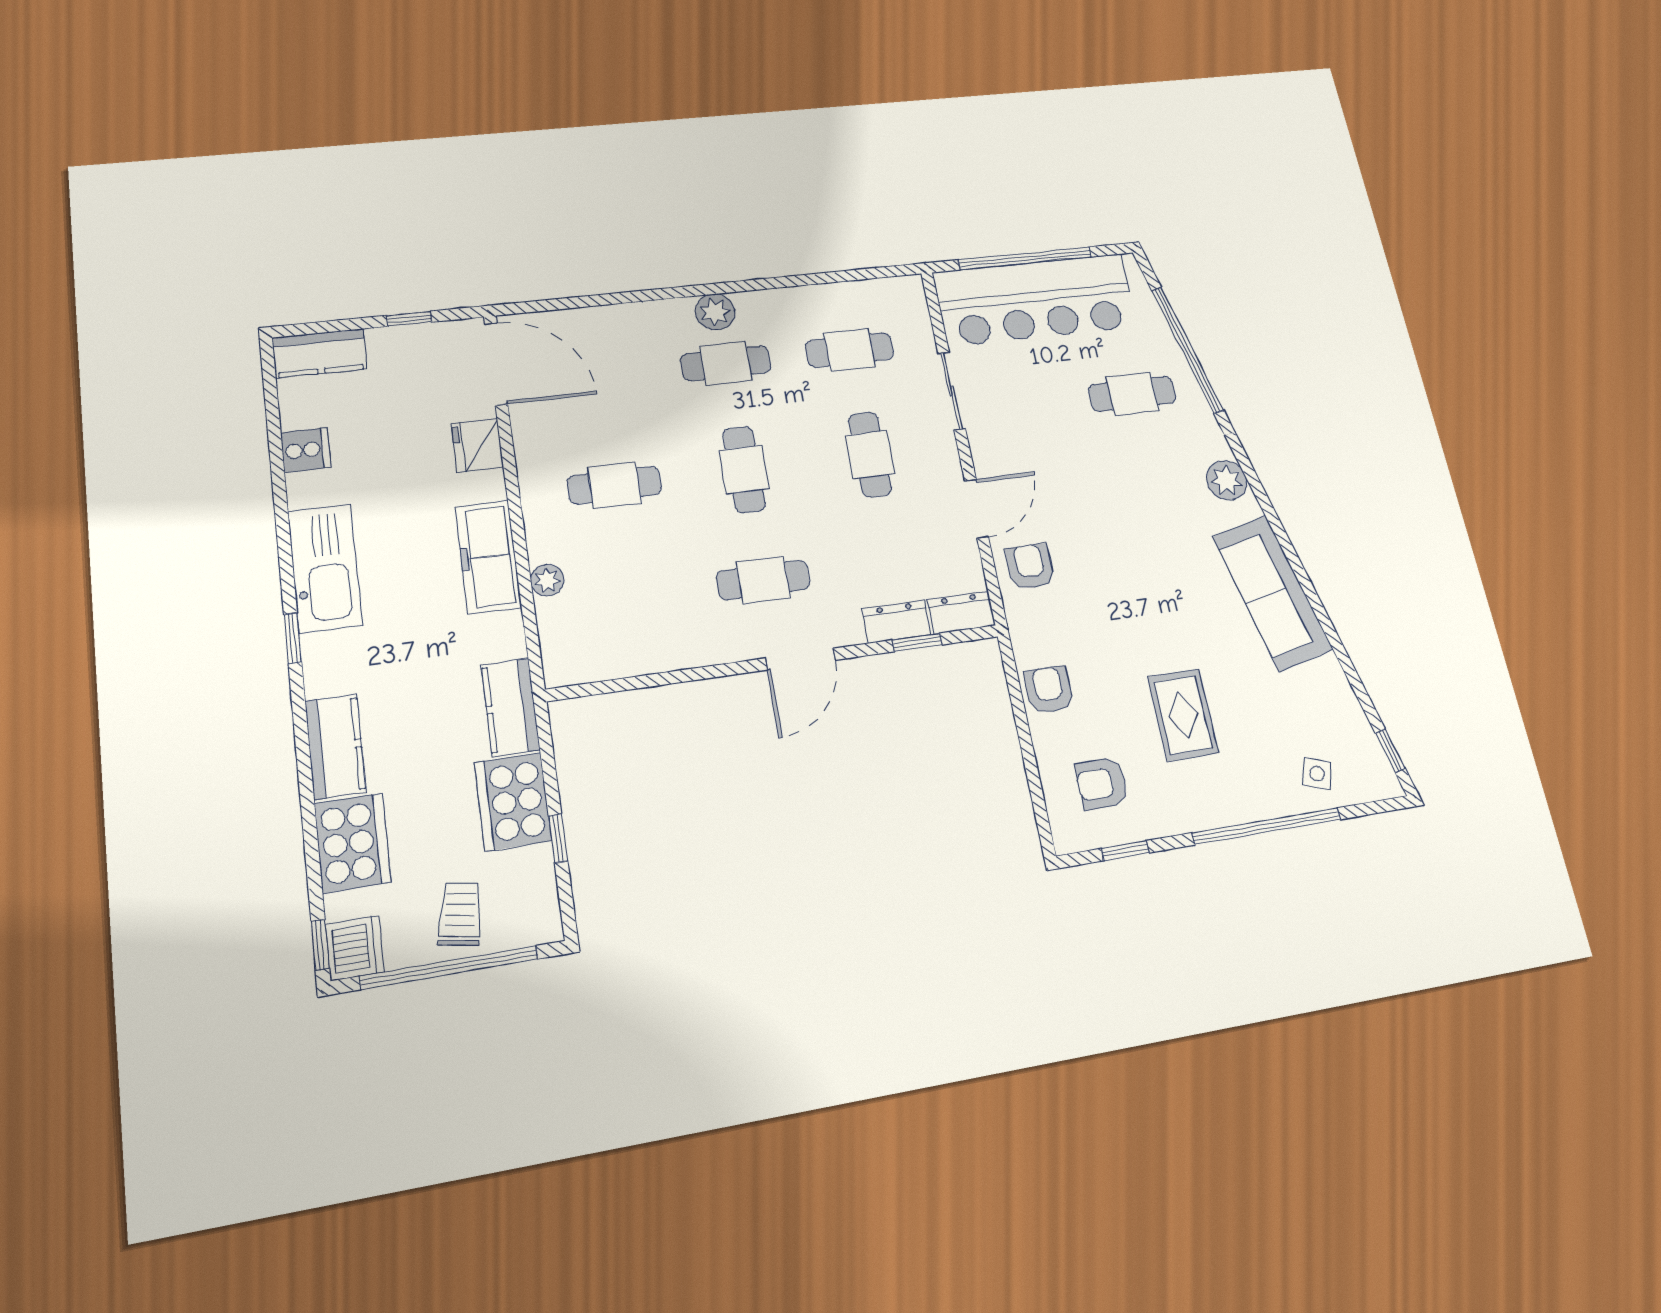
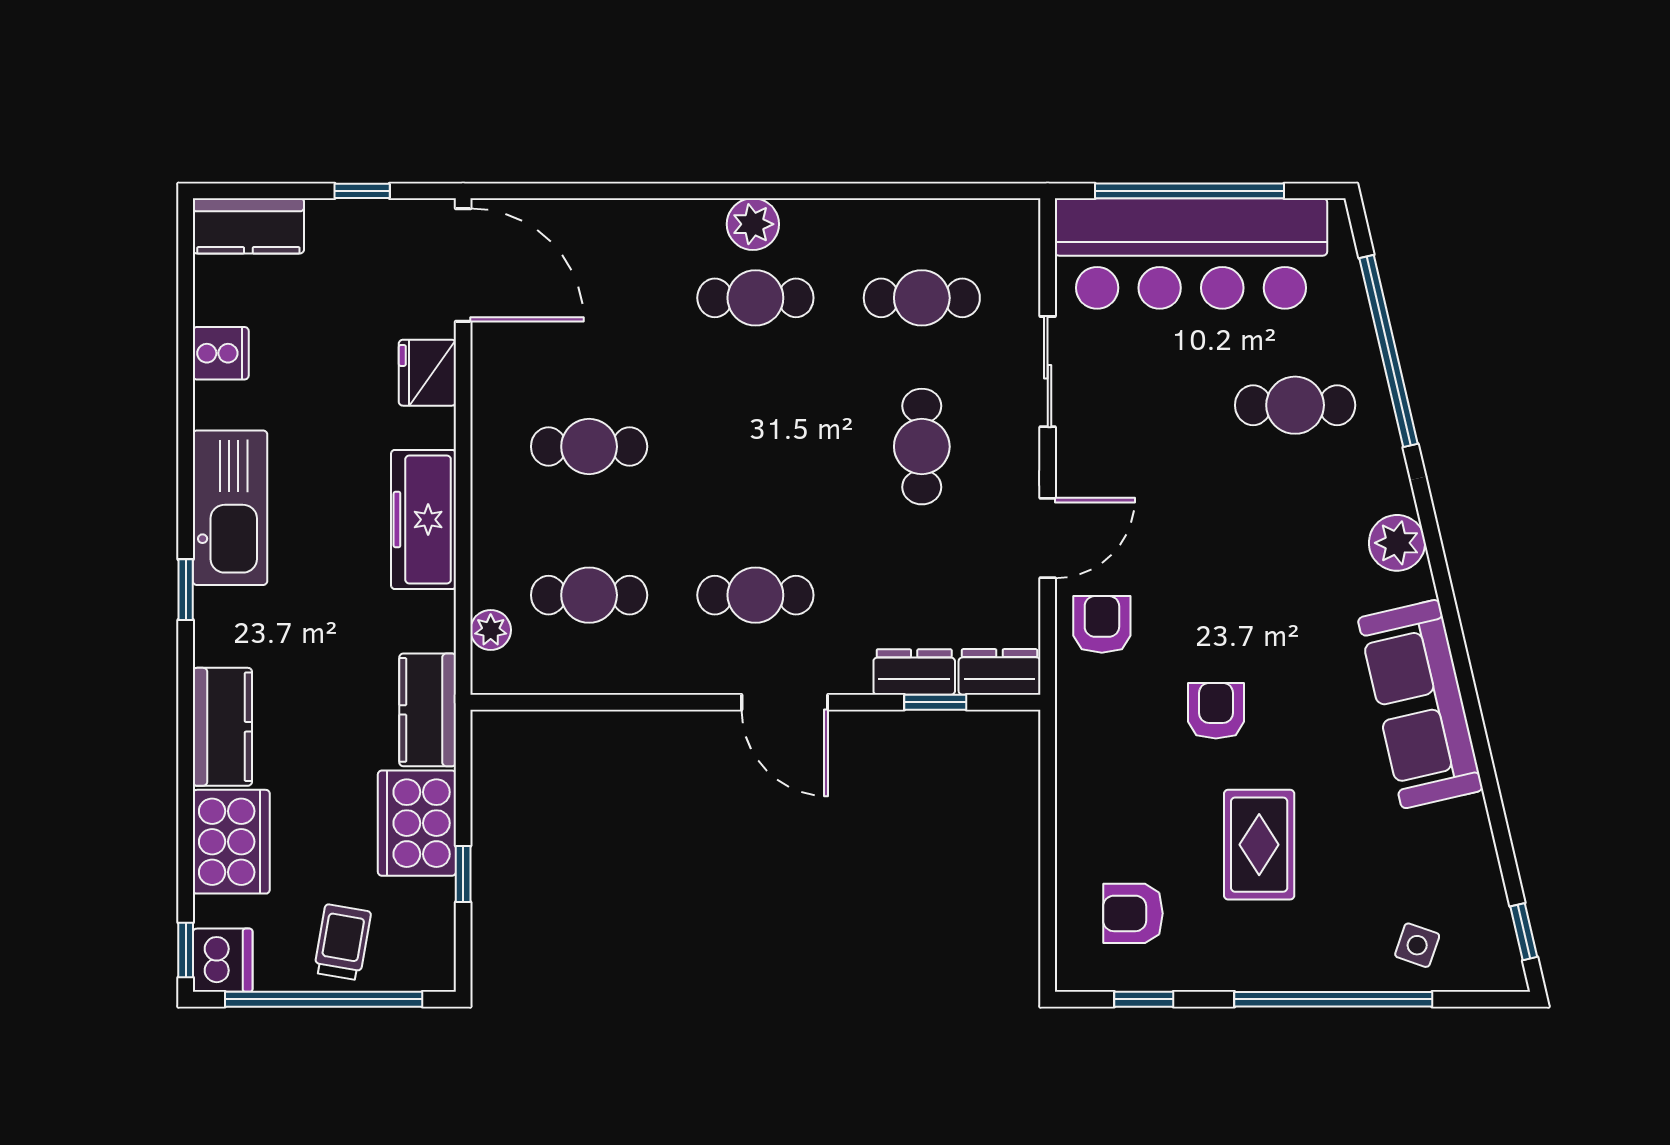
cafe table: (744, 470) -> (589, 595), moved, turned 90
plant: (547, 580) -> (491, 630), moved
door: (800, 659) -> (785, 702), hinge flipped
armchair: (1049, 690) -> (1216, 711), moved

